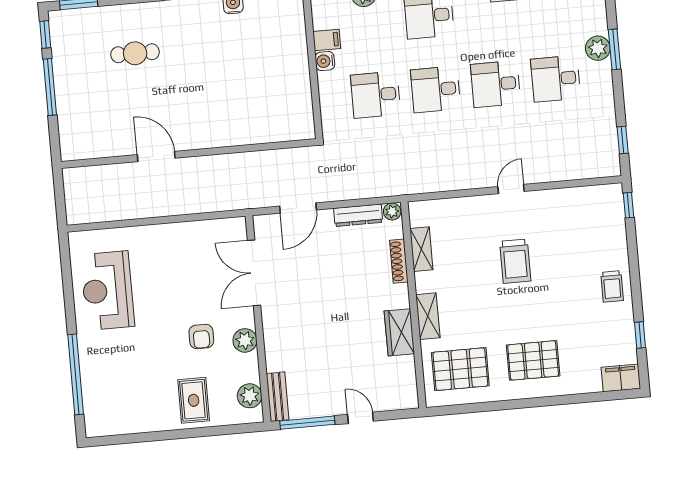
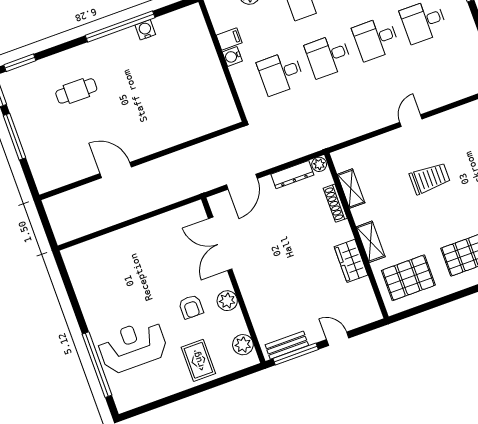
trolley: (515, 261) -> (430, 178), turned -90
reception desk: (107, 291) -> (133, 346), moved, turned 90
bench: (278, 397) -> (287, 345), moved, turned 90

